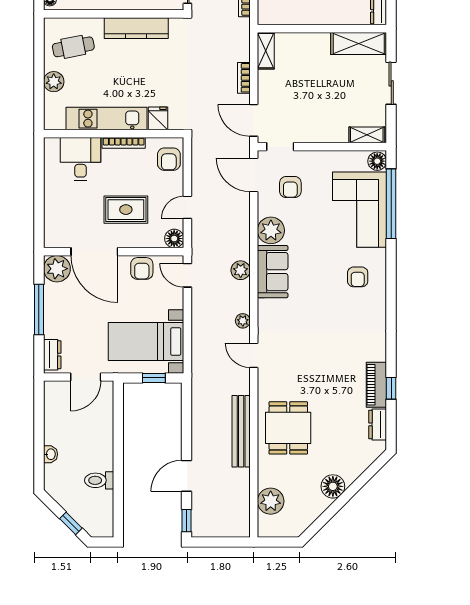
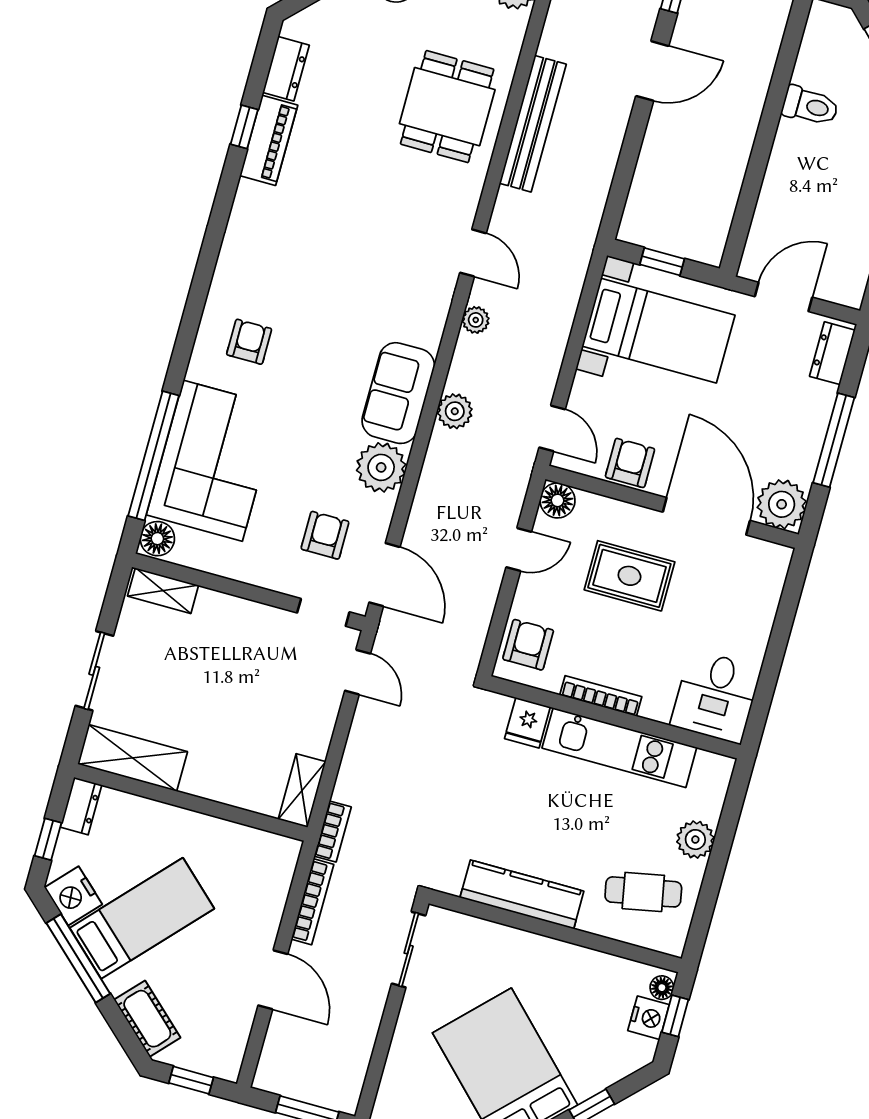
bookcase: (244, 78) -> (333, 832), moved
door: (254, 120) -> (358, 672), width x0.73
desk: (80, 159) -> (716, 697), moved

